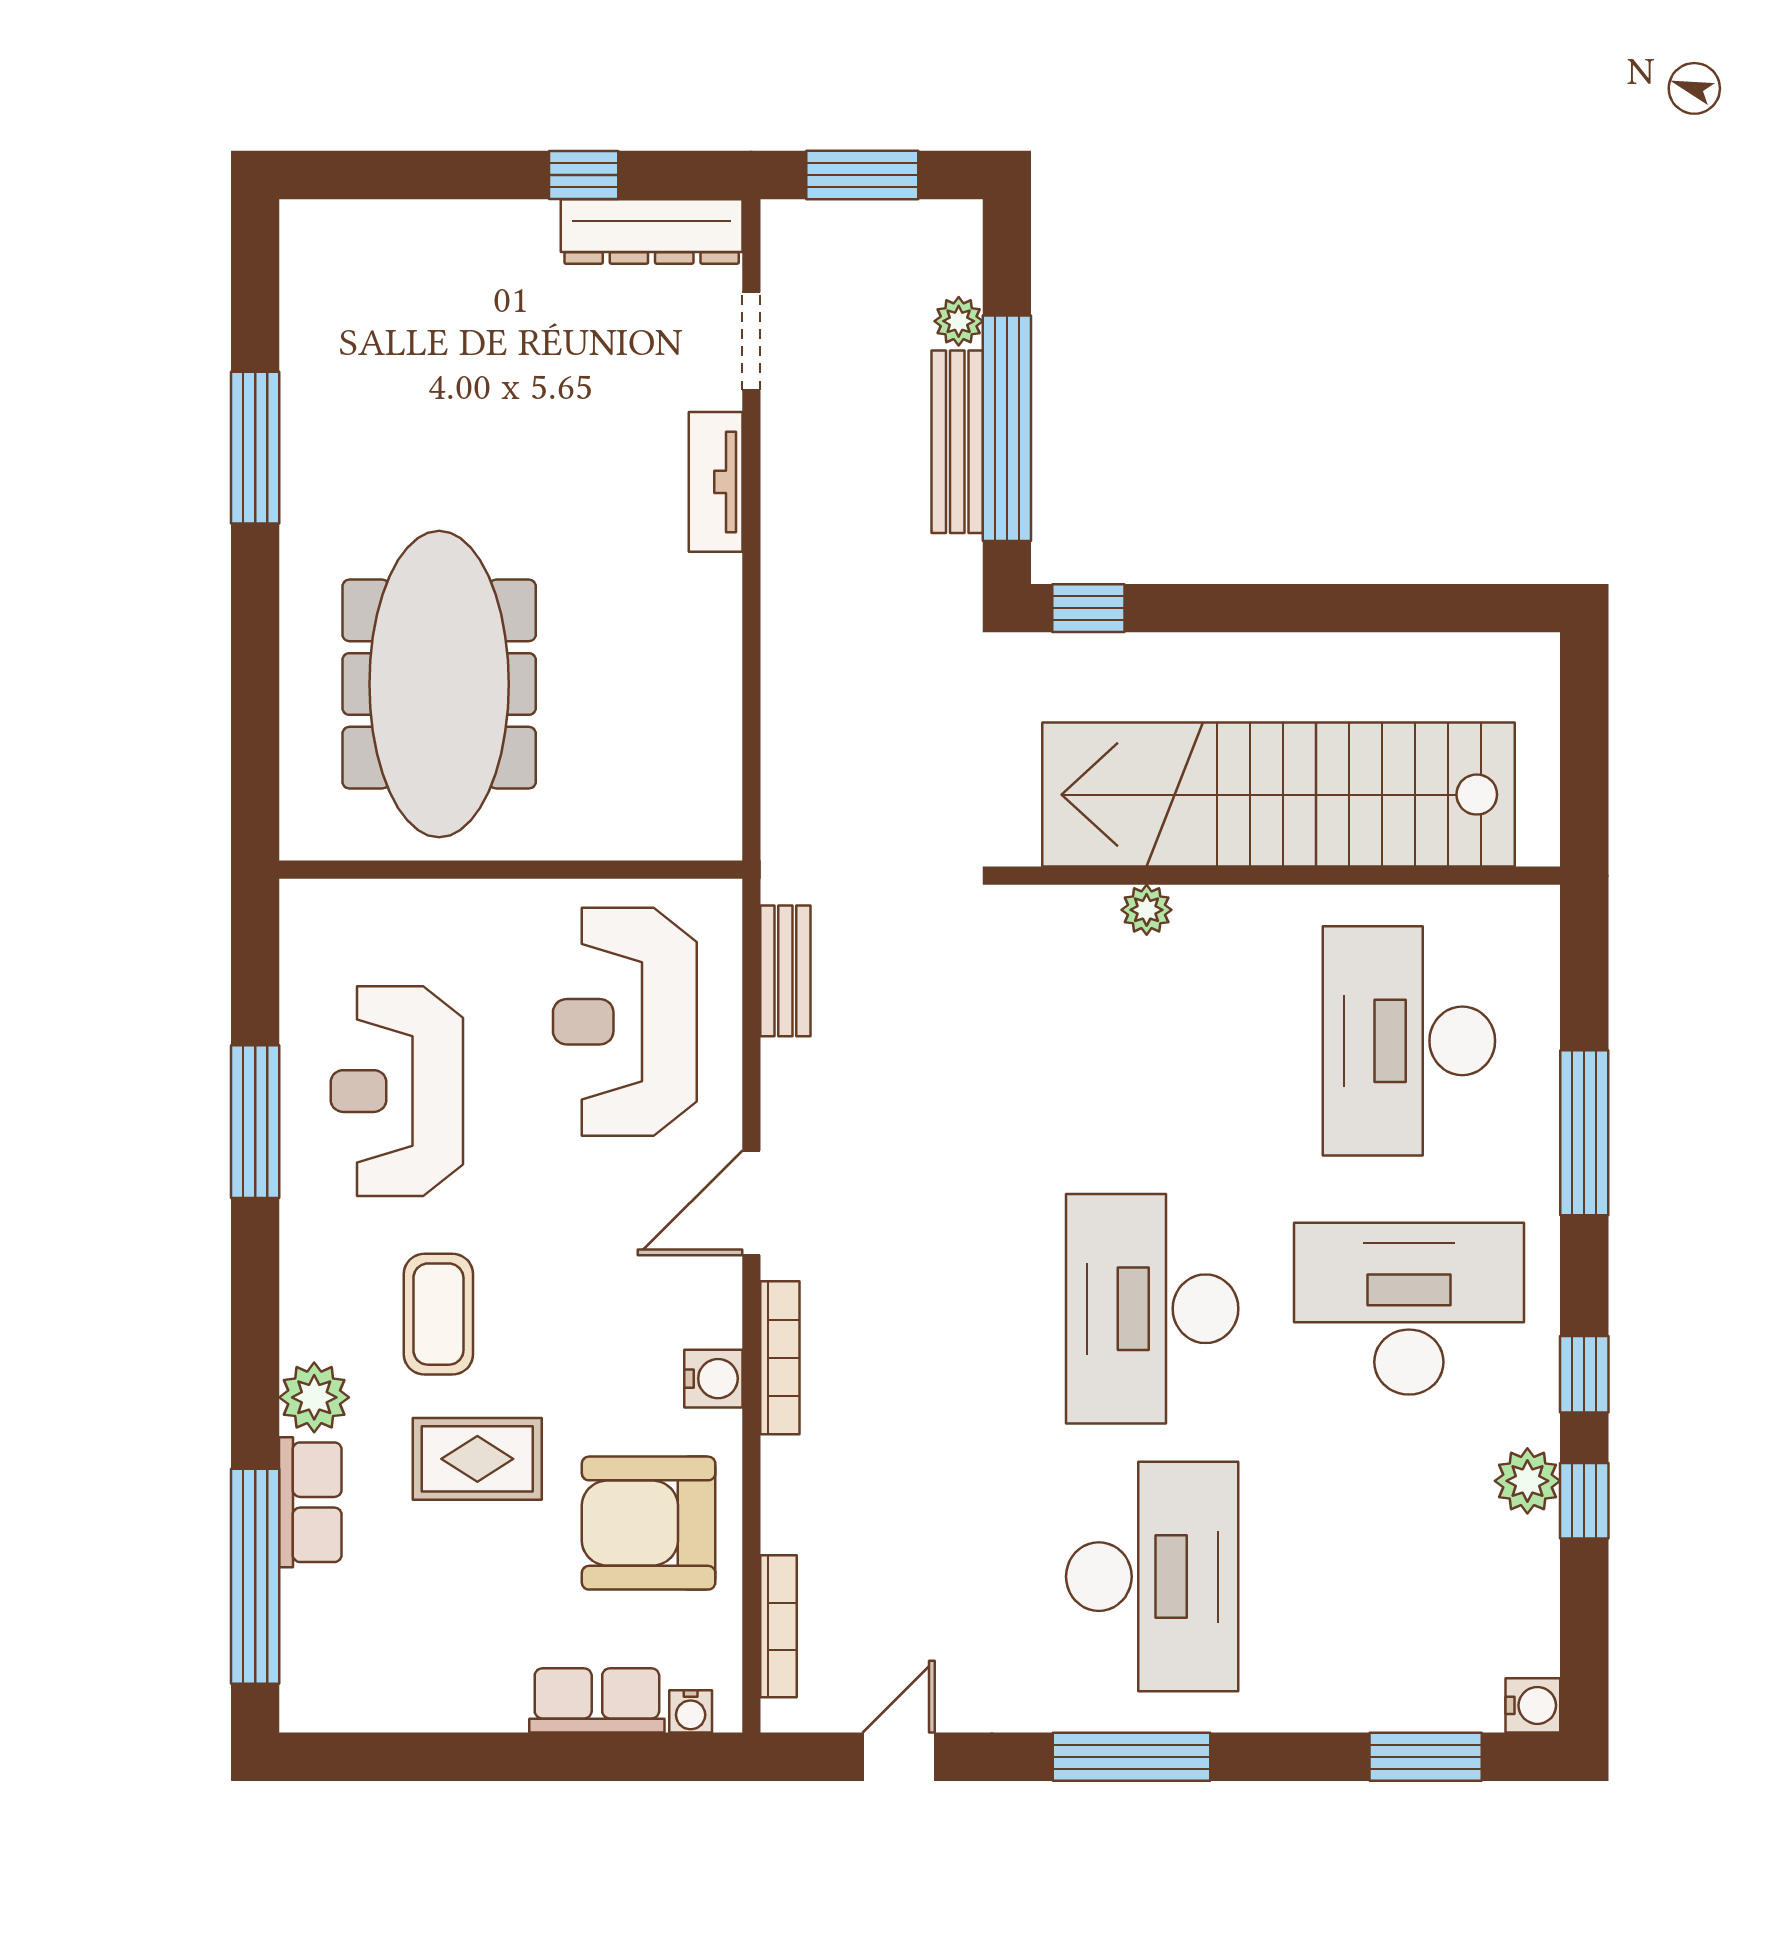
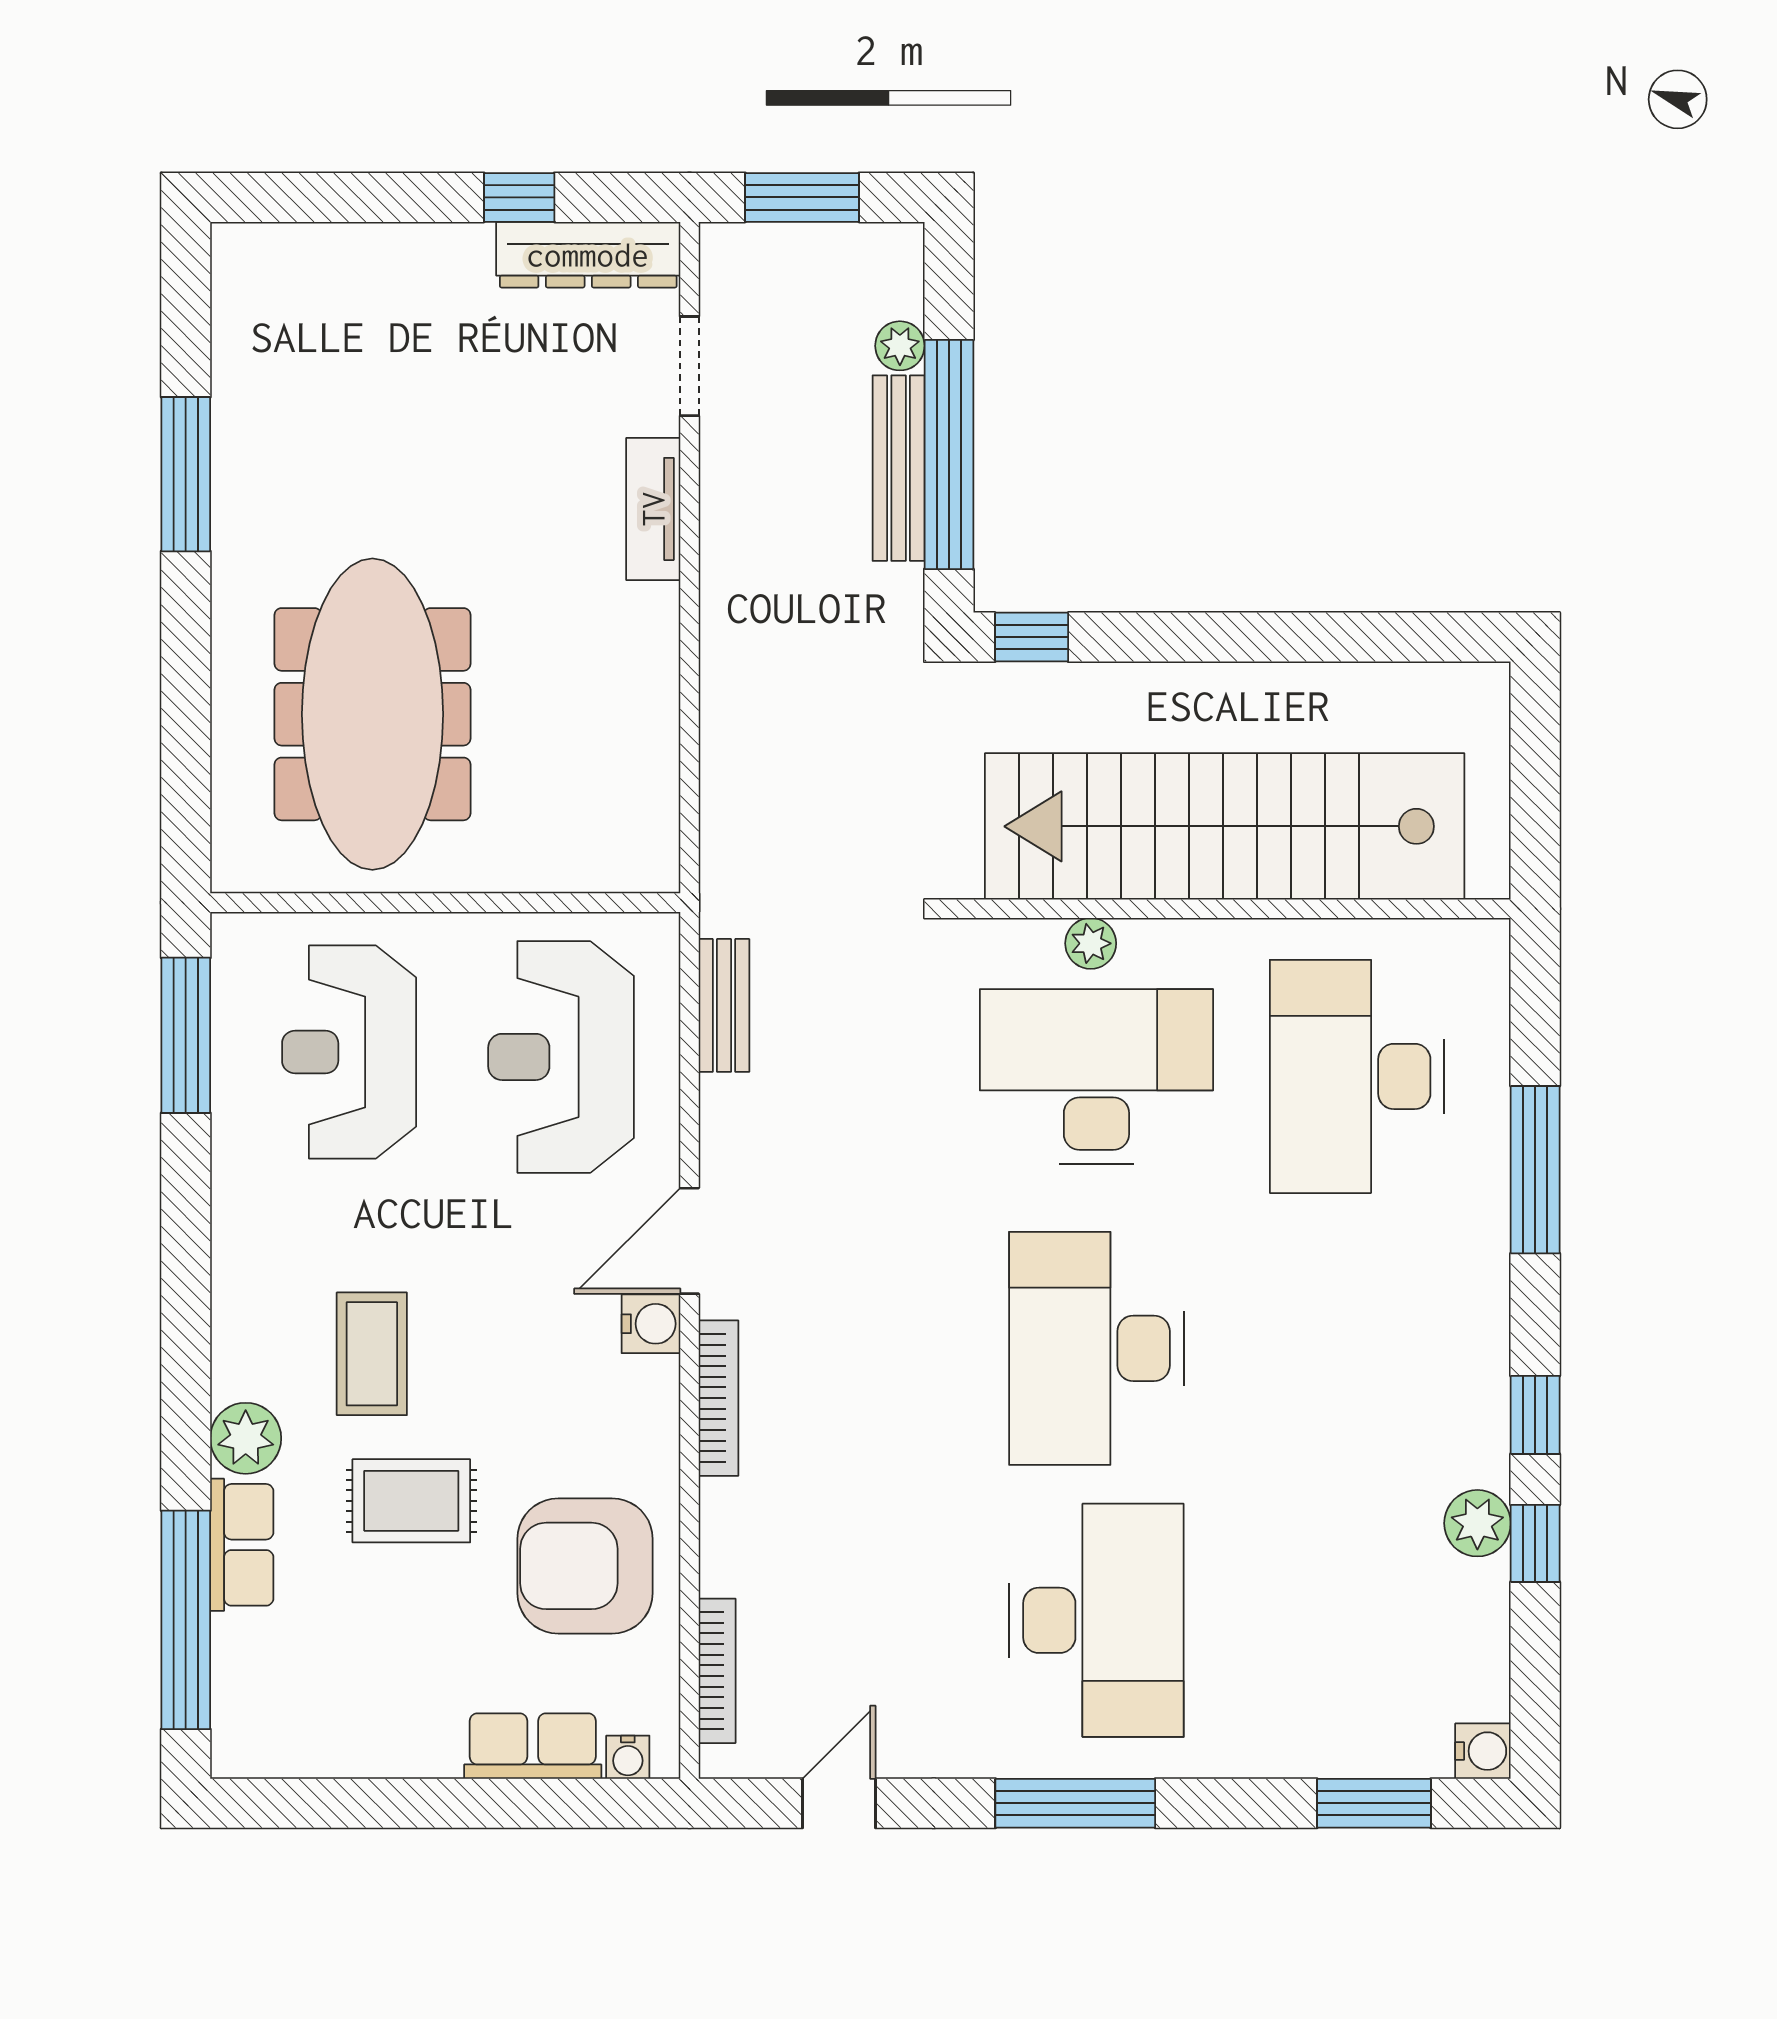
reception desk: (397, 1091) -> (349, 1052), moved
window: (255, 1122) -> (186, 1035), moved
desk: (1409, 1309) -> (1096, 1076), moved
water cooler: (713, 1379) -> (651, 1324), moved

